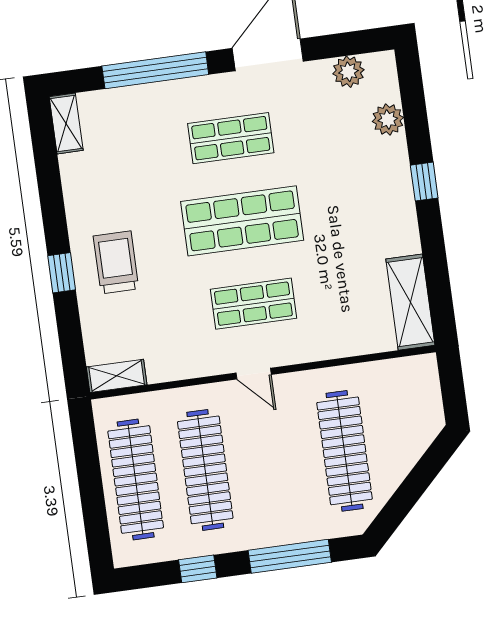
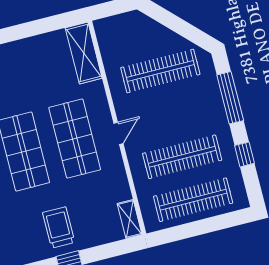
trolley: (116, 262) -> (59, 227), turned 90
shelving: (410, 302) -> (84, 53), moved, turned 90
shop shelf: (253, 304) -> (75, 139), width x1.43, depth x1.36

